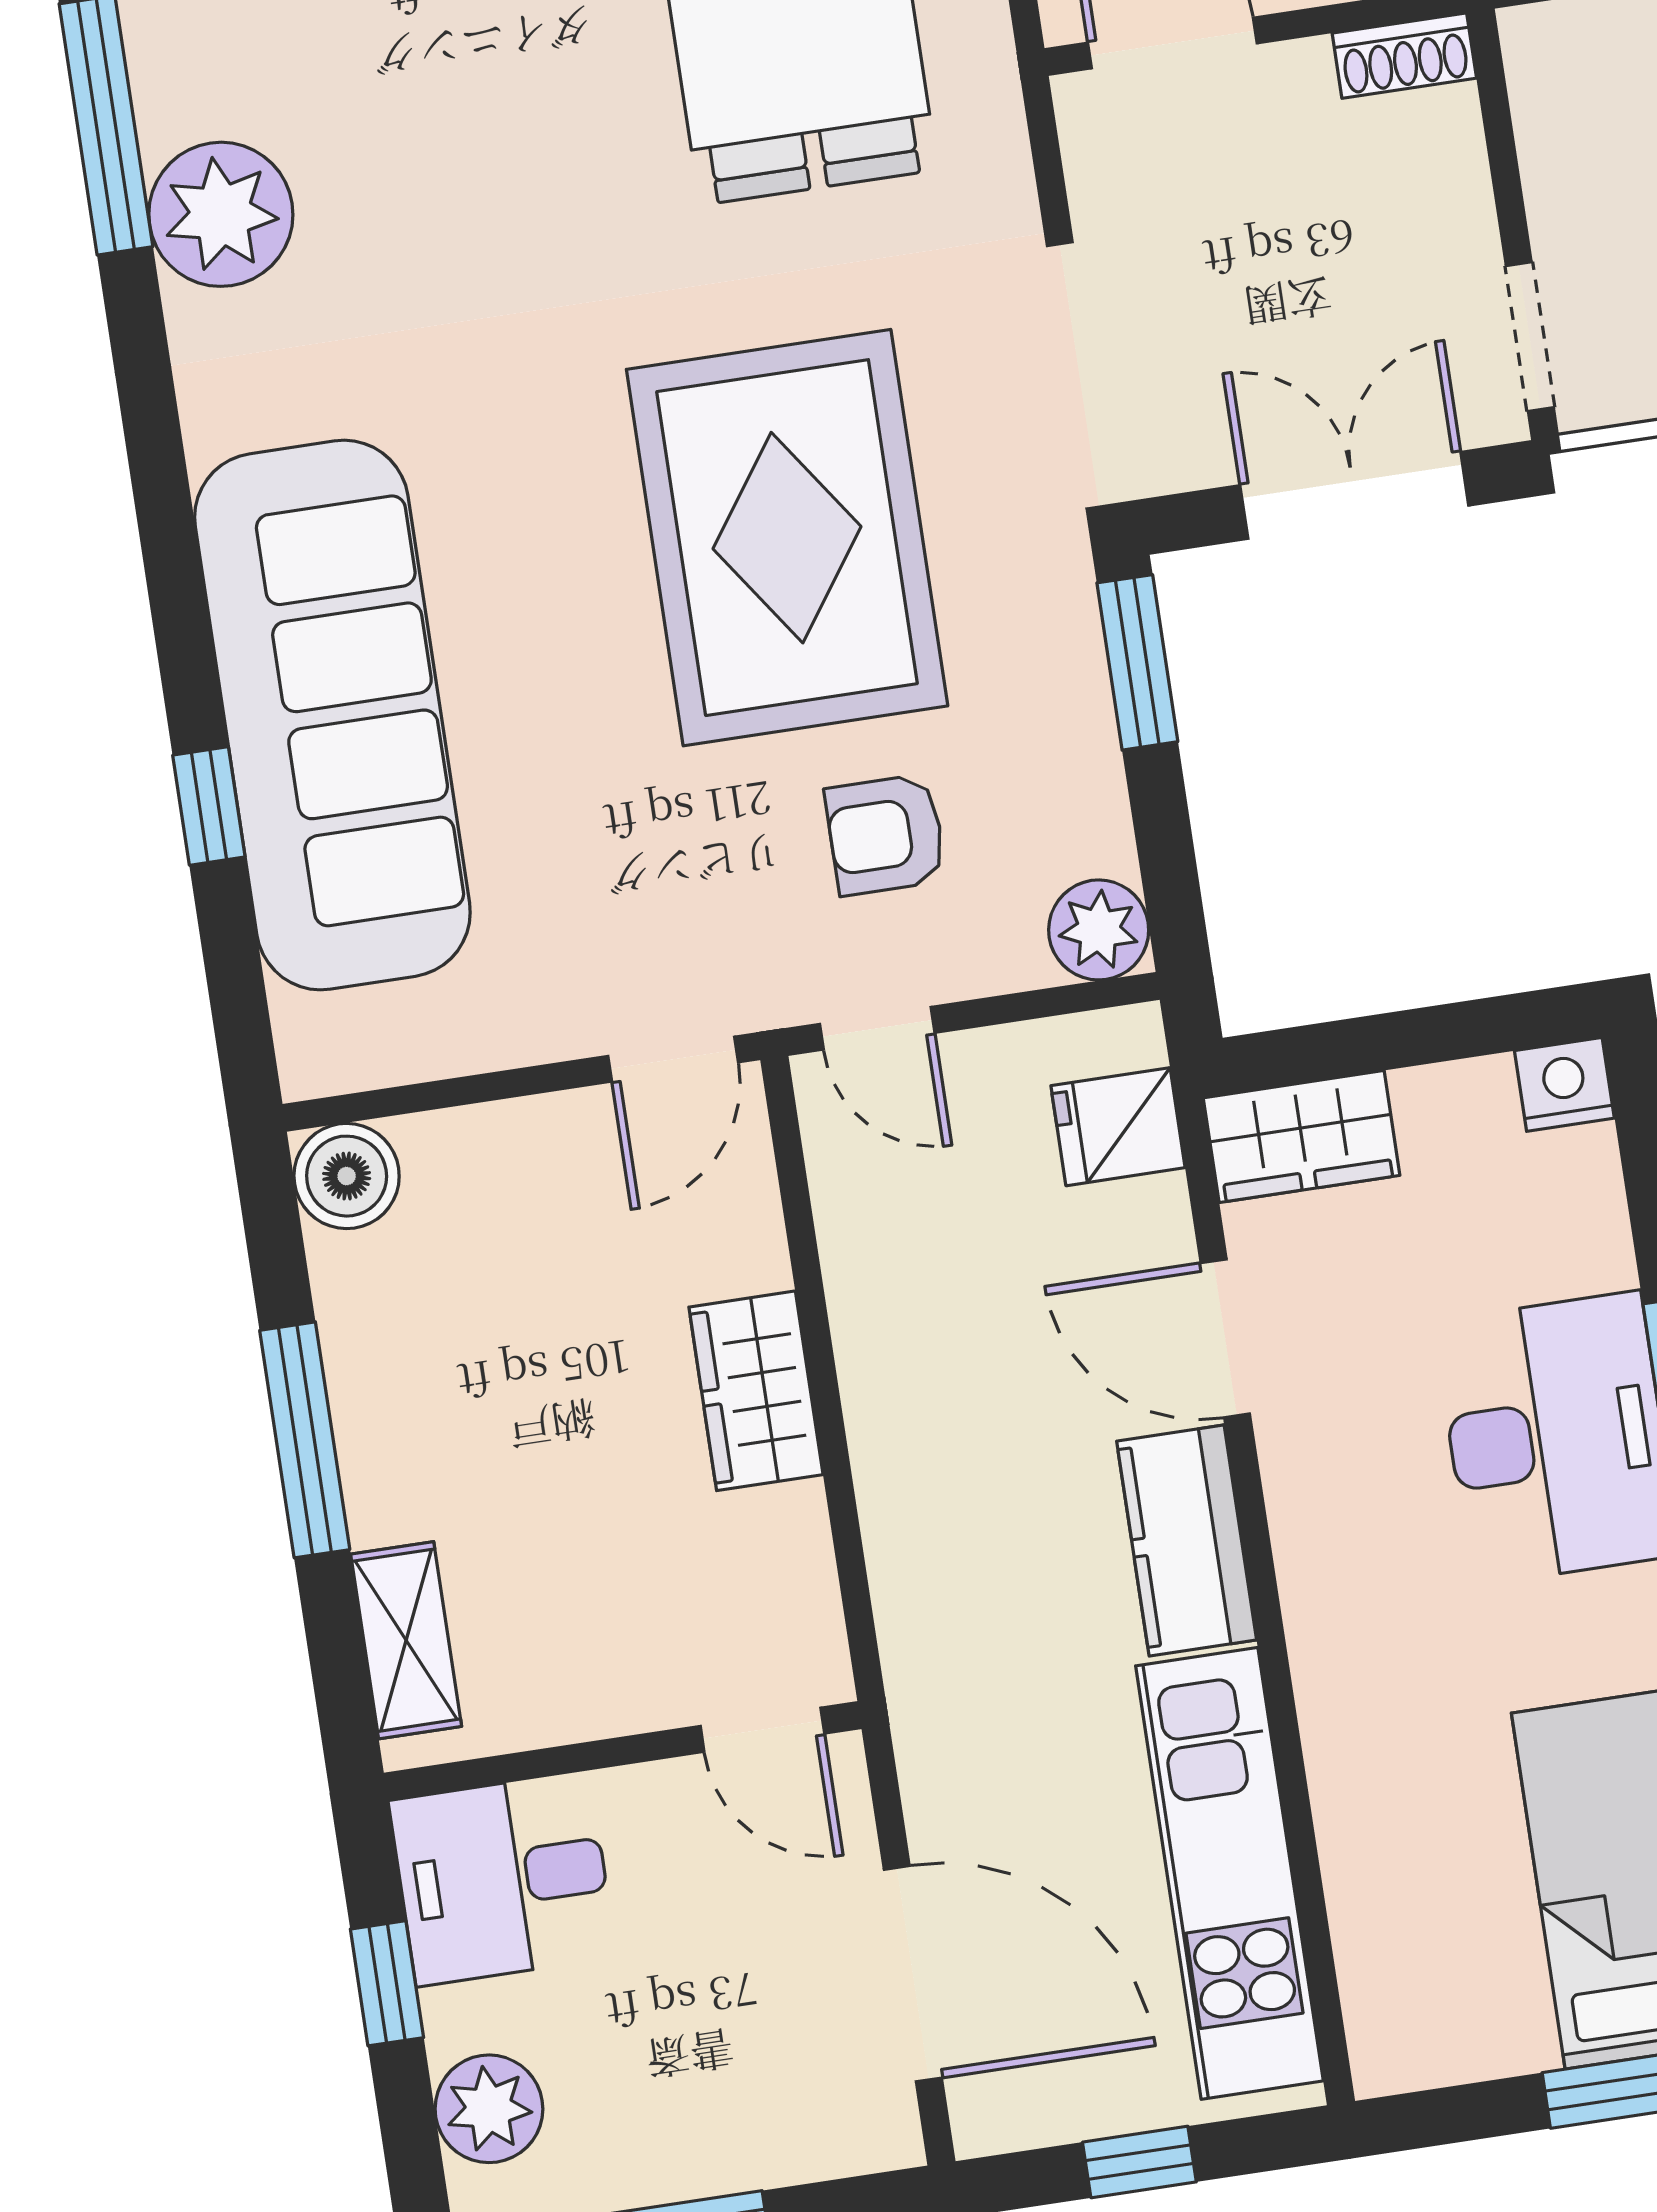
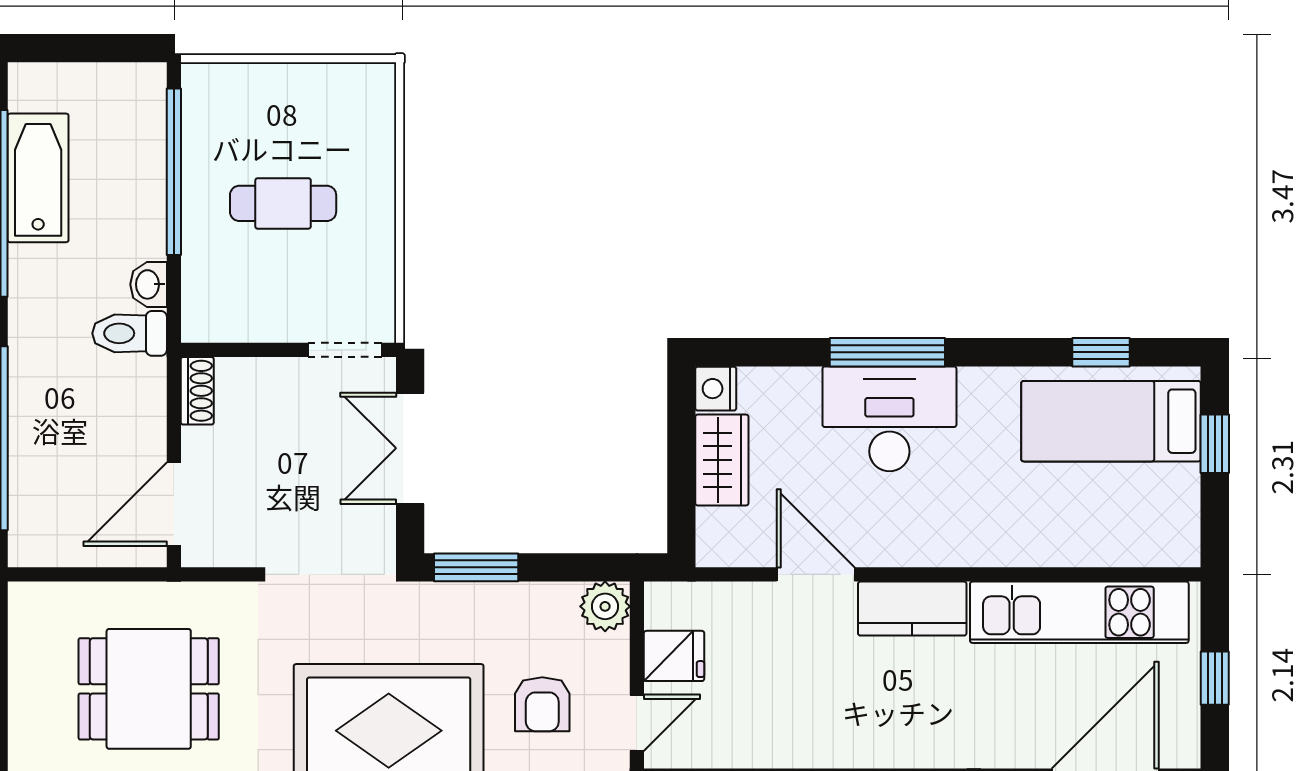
fridge: (1118, 1127) -> (674, 656), moved, turned -90
wardrobe: (1302, 1137) -> (722, 460), moved
door: (1225, 1338) -> (816, 574), swing flipped

